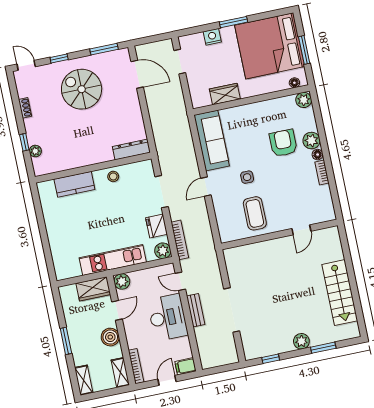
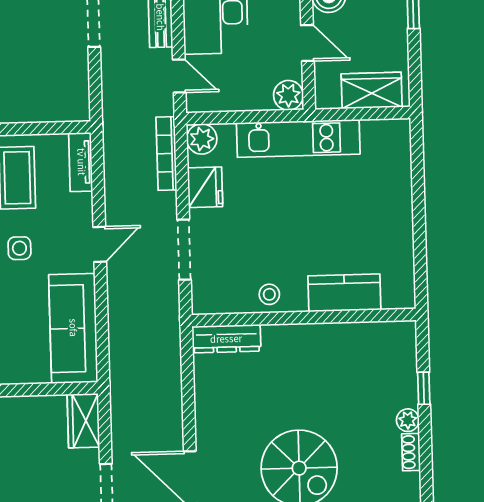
wardrobe: (225, 94) -> (83, 421), moved, turned 90
plant: (35, 151) -> (408, 420), moved
tv unit: (223, 227) -> (81, 162), added
wardrobe: (93, 289) -> (372, 90), moved
door: (117, 310) -> (307, 43), swing flipped

